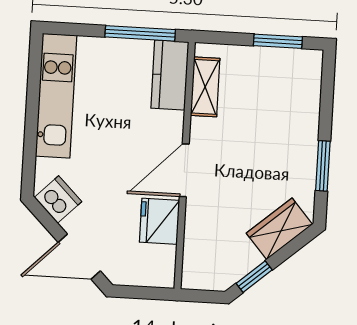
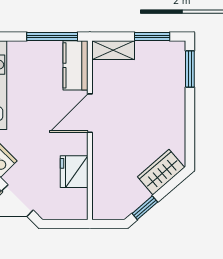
shelving: (205, 87) -> (113, 50), moved, turned 90
window: (323, 166) -> (190, 69), moved
door: (184, 170) -> (90, 113), moved

